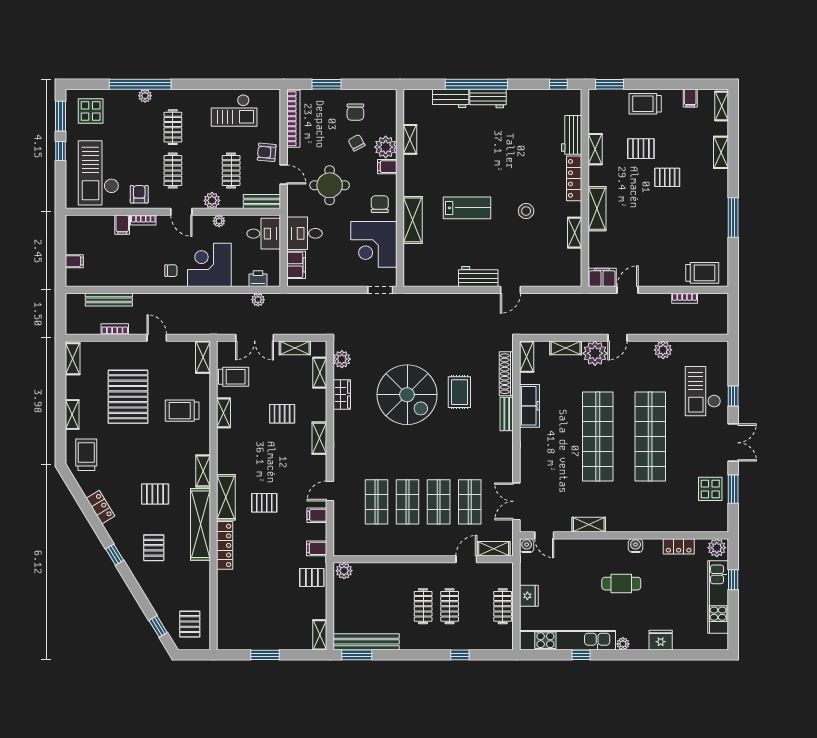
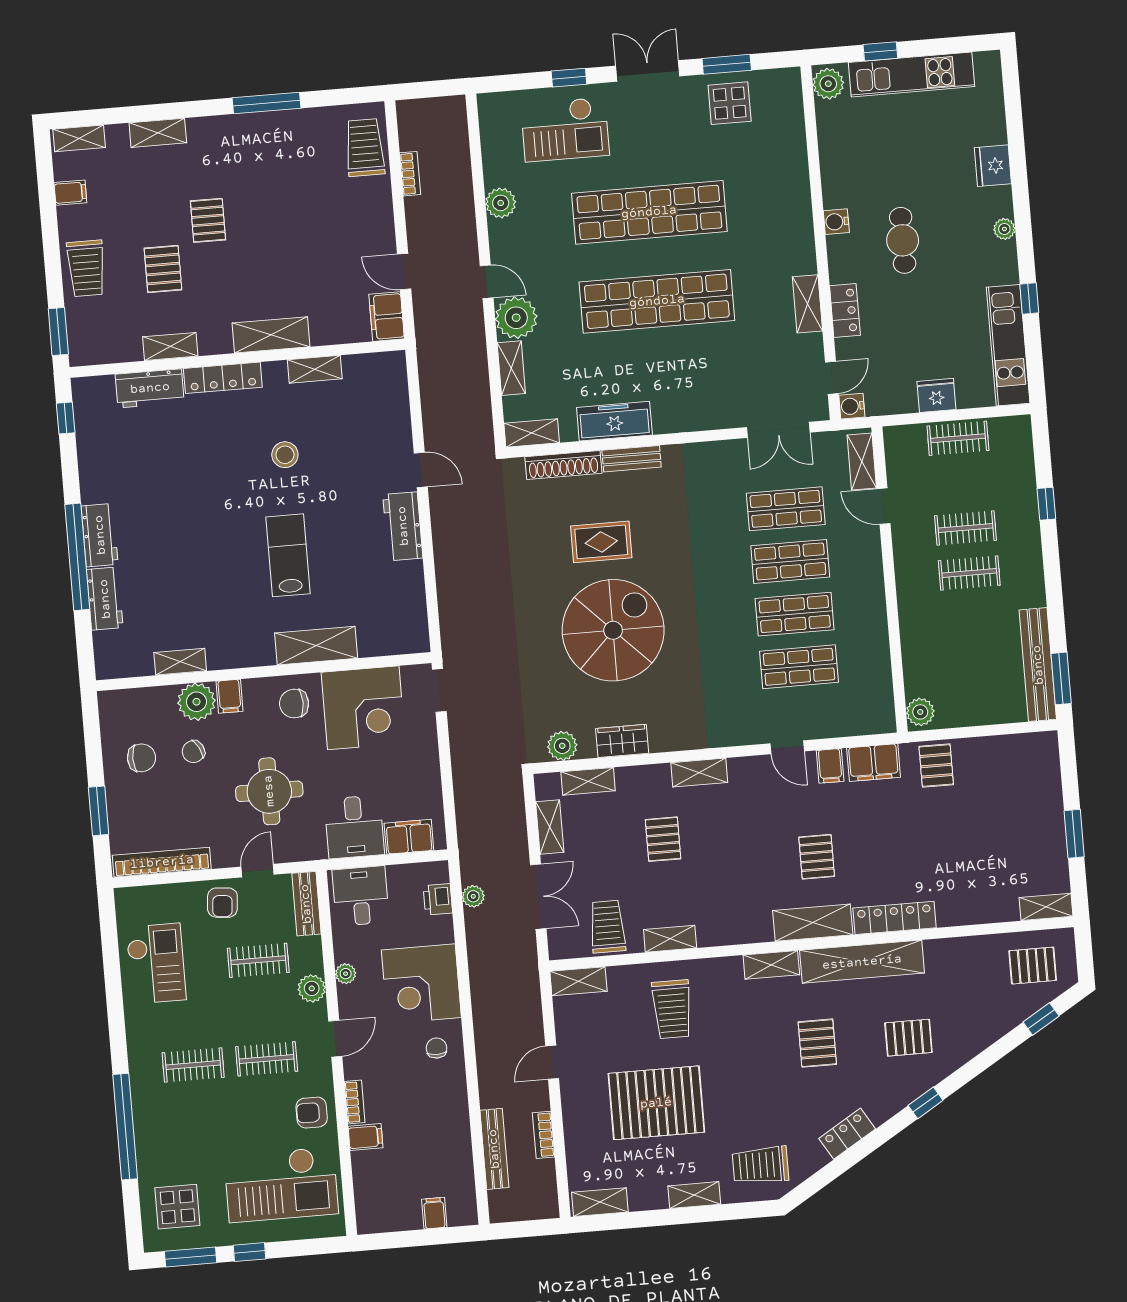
plant: (145, 96) -> (144, 1117), removed
locker: (679, 546) -> (845, 311), moved
filing cabinet: (317, 548) -> (874, 763), width x2.00
shelving: (320, 635) -> (1046, 907), moved
kitchen unit: (567, 640) -> (1008, 345), width x0.73

